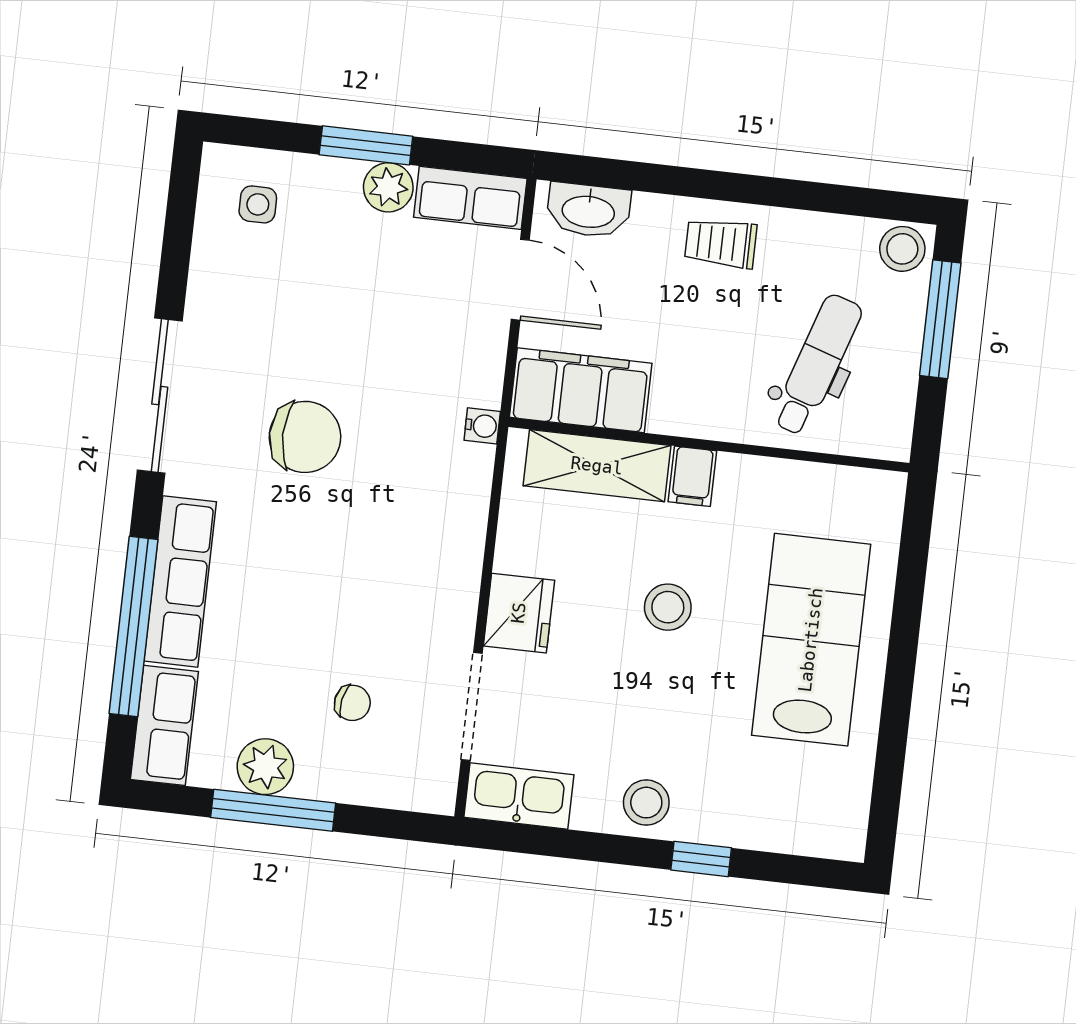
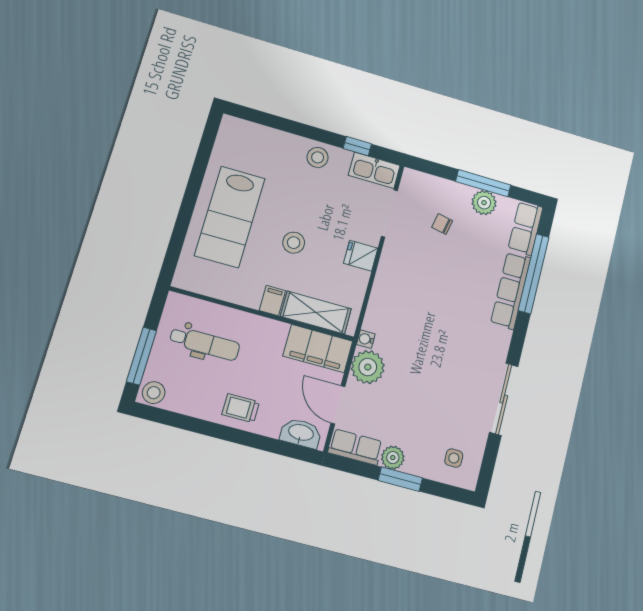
trolley: (721, 243) -> (241, 408), turned 180
dental chair: (817, 365) -> (205, 343), turned -108
plant: (469, 368) -> (368, 367), added
sliding door: (160, 396) -> (504, 399), moved
chair: (305, 437) -> (447, 347), removed
fridge: (519, 613) -> (361, 256), width x0.72
window: (701, 859) -> (357, 146), moved

